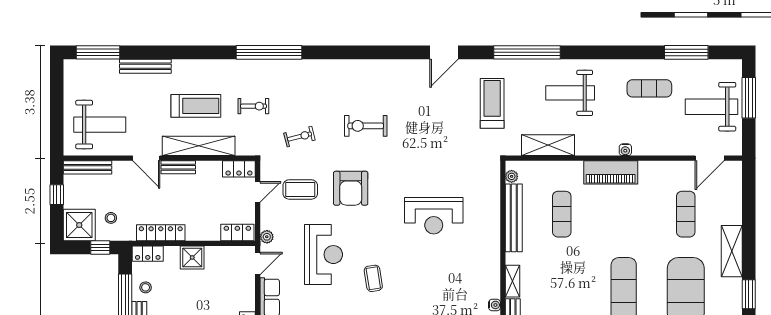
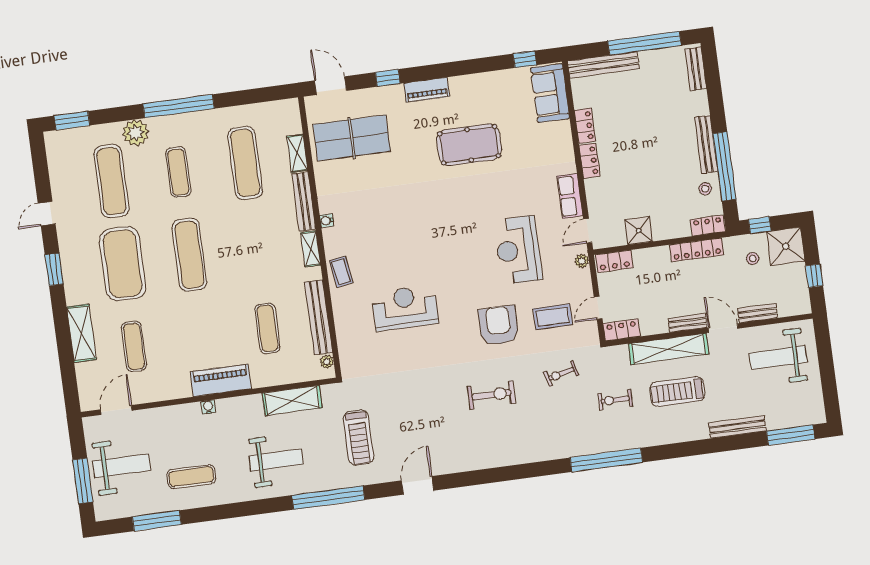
bench: (88, 167) -> (757, 313), moved, width x0.73
shelving: (732, 251) -> (81, 333), moved
shower: (192, 257) -> (639, 231), moved
coffee table: (373, 278) -> (341, 272), moved

